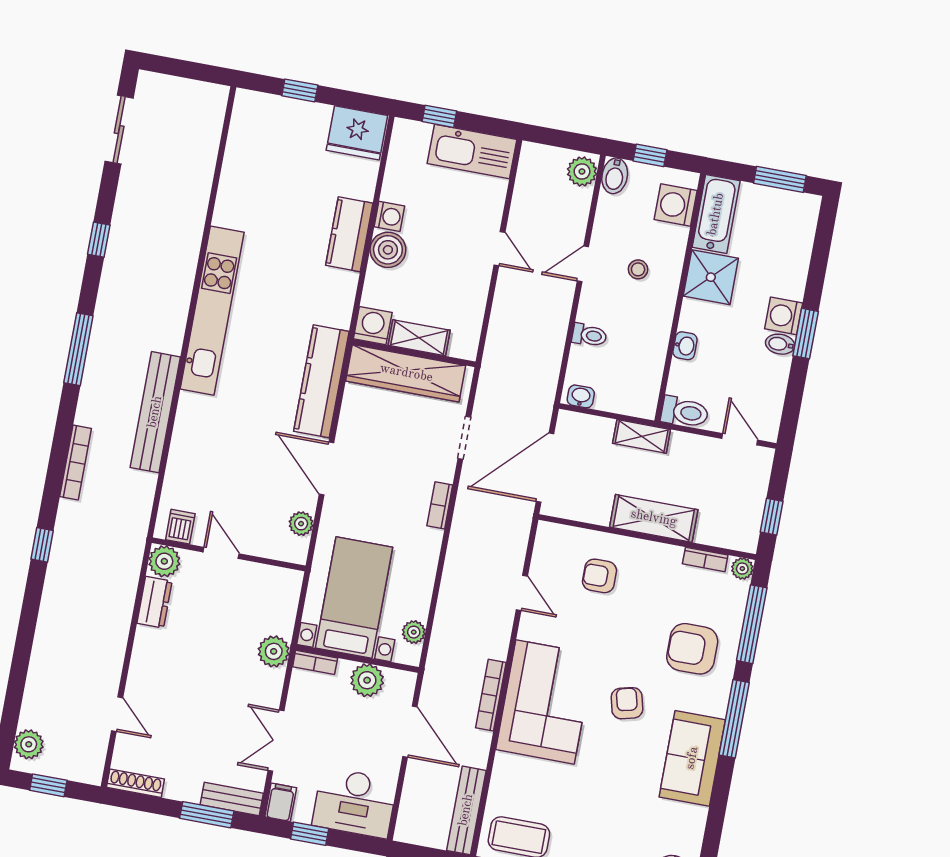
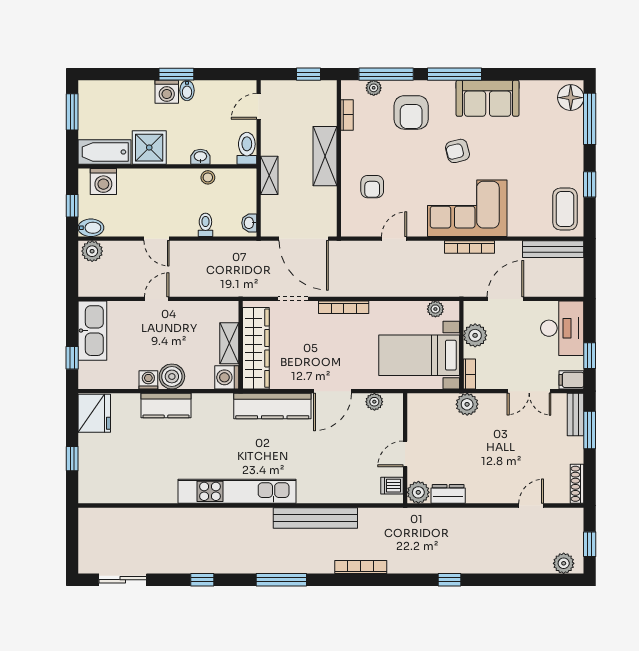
stool: (638, 269) -> (208, 177), moved
bookcase: (440, 505) -> (344, 307), width x1.56
window: (42, 545) -> (449, 580), moved
plant: (742, 569) -> (374, 88), moved

